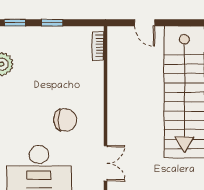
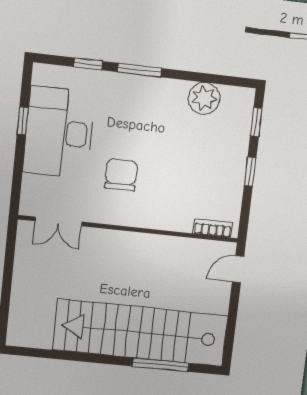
door: (145, 23) -> (238, 269), moved
chair: (65, 120) -> (121, 175), turned 180

